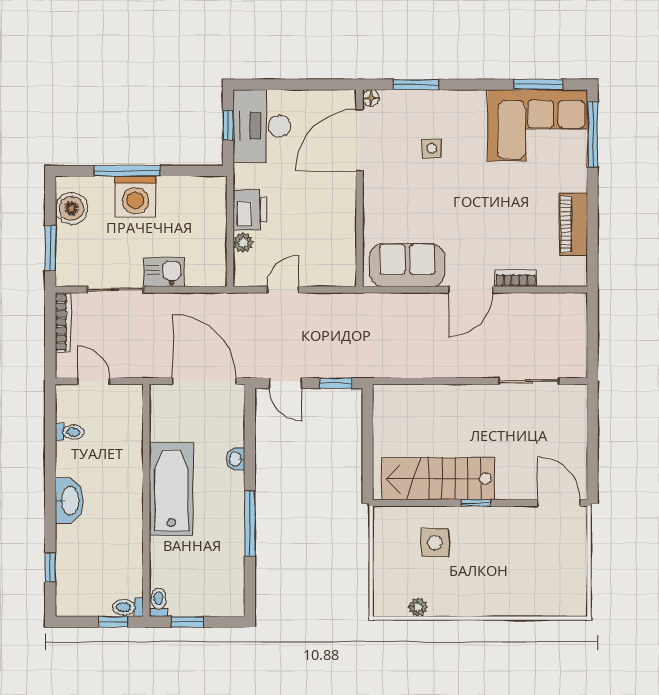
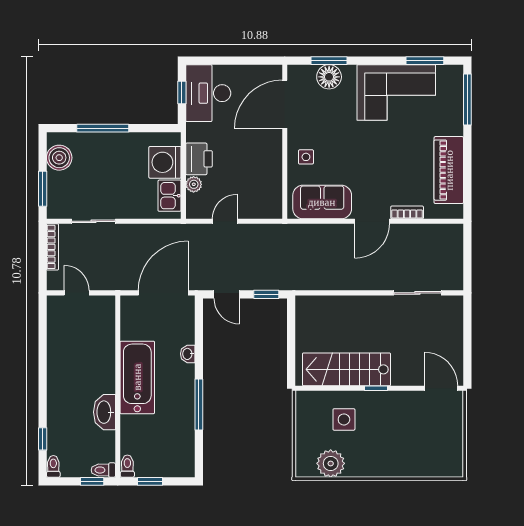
floor lamp: (371, 98) -> (329, 77), moved, width x1.89, depth x1.89
corner sofa: (538, 125) -> (396, 93), moved
side table: (432, 148) -> (306, 157), moved
washing machine: (135, 196) -> (165, 162), moved, turned 90
piano: (573, 224) -> (449, 170), width x1.37, depth x1.33
kitchen sink: (164, 272) -> (170, 196), moved, turned -90
door: (204, 381) -> (163, 293), hinge flipped
toilet: (69, 432) -> (53, 466), moved, turned -90
washbasin: (69, 501) -> (104, 412), moved, turned 180
plant: (418, 607) -> (331, 463), width x1.87, depth x1.87

